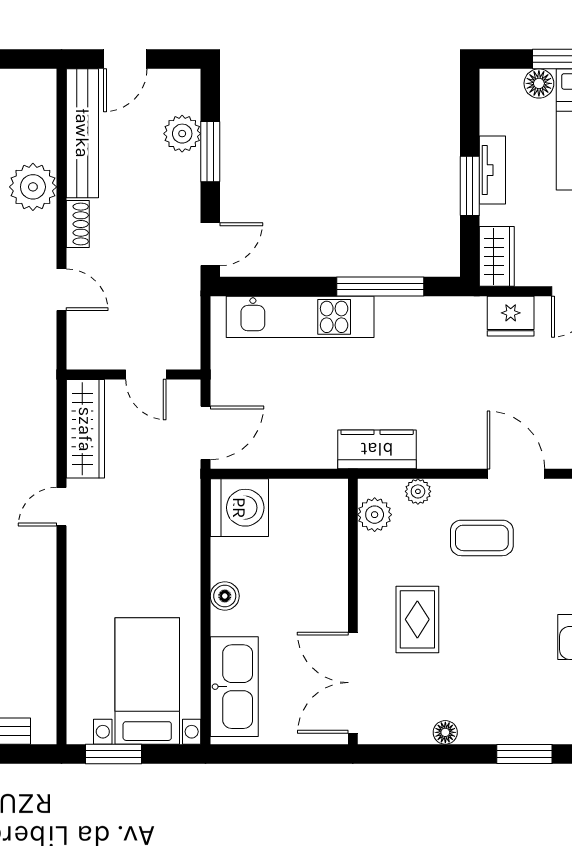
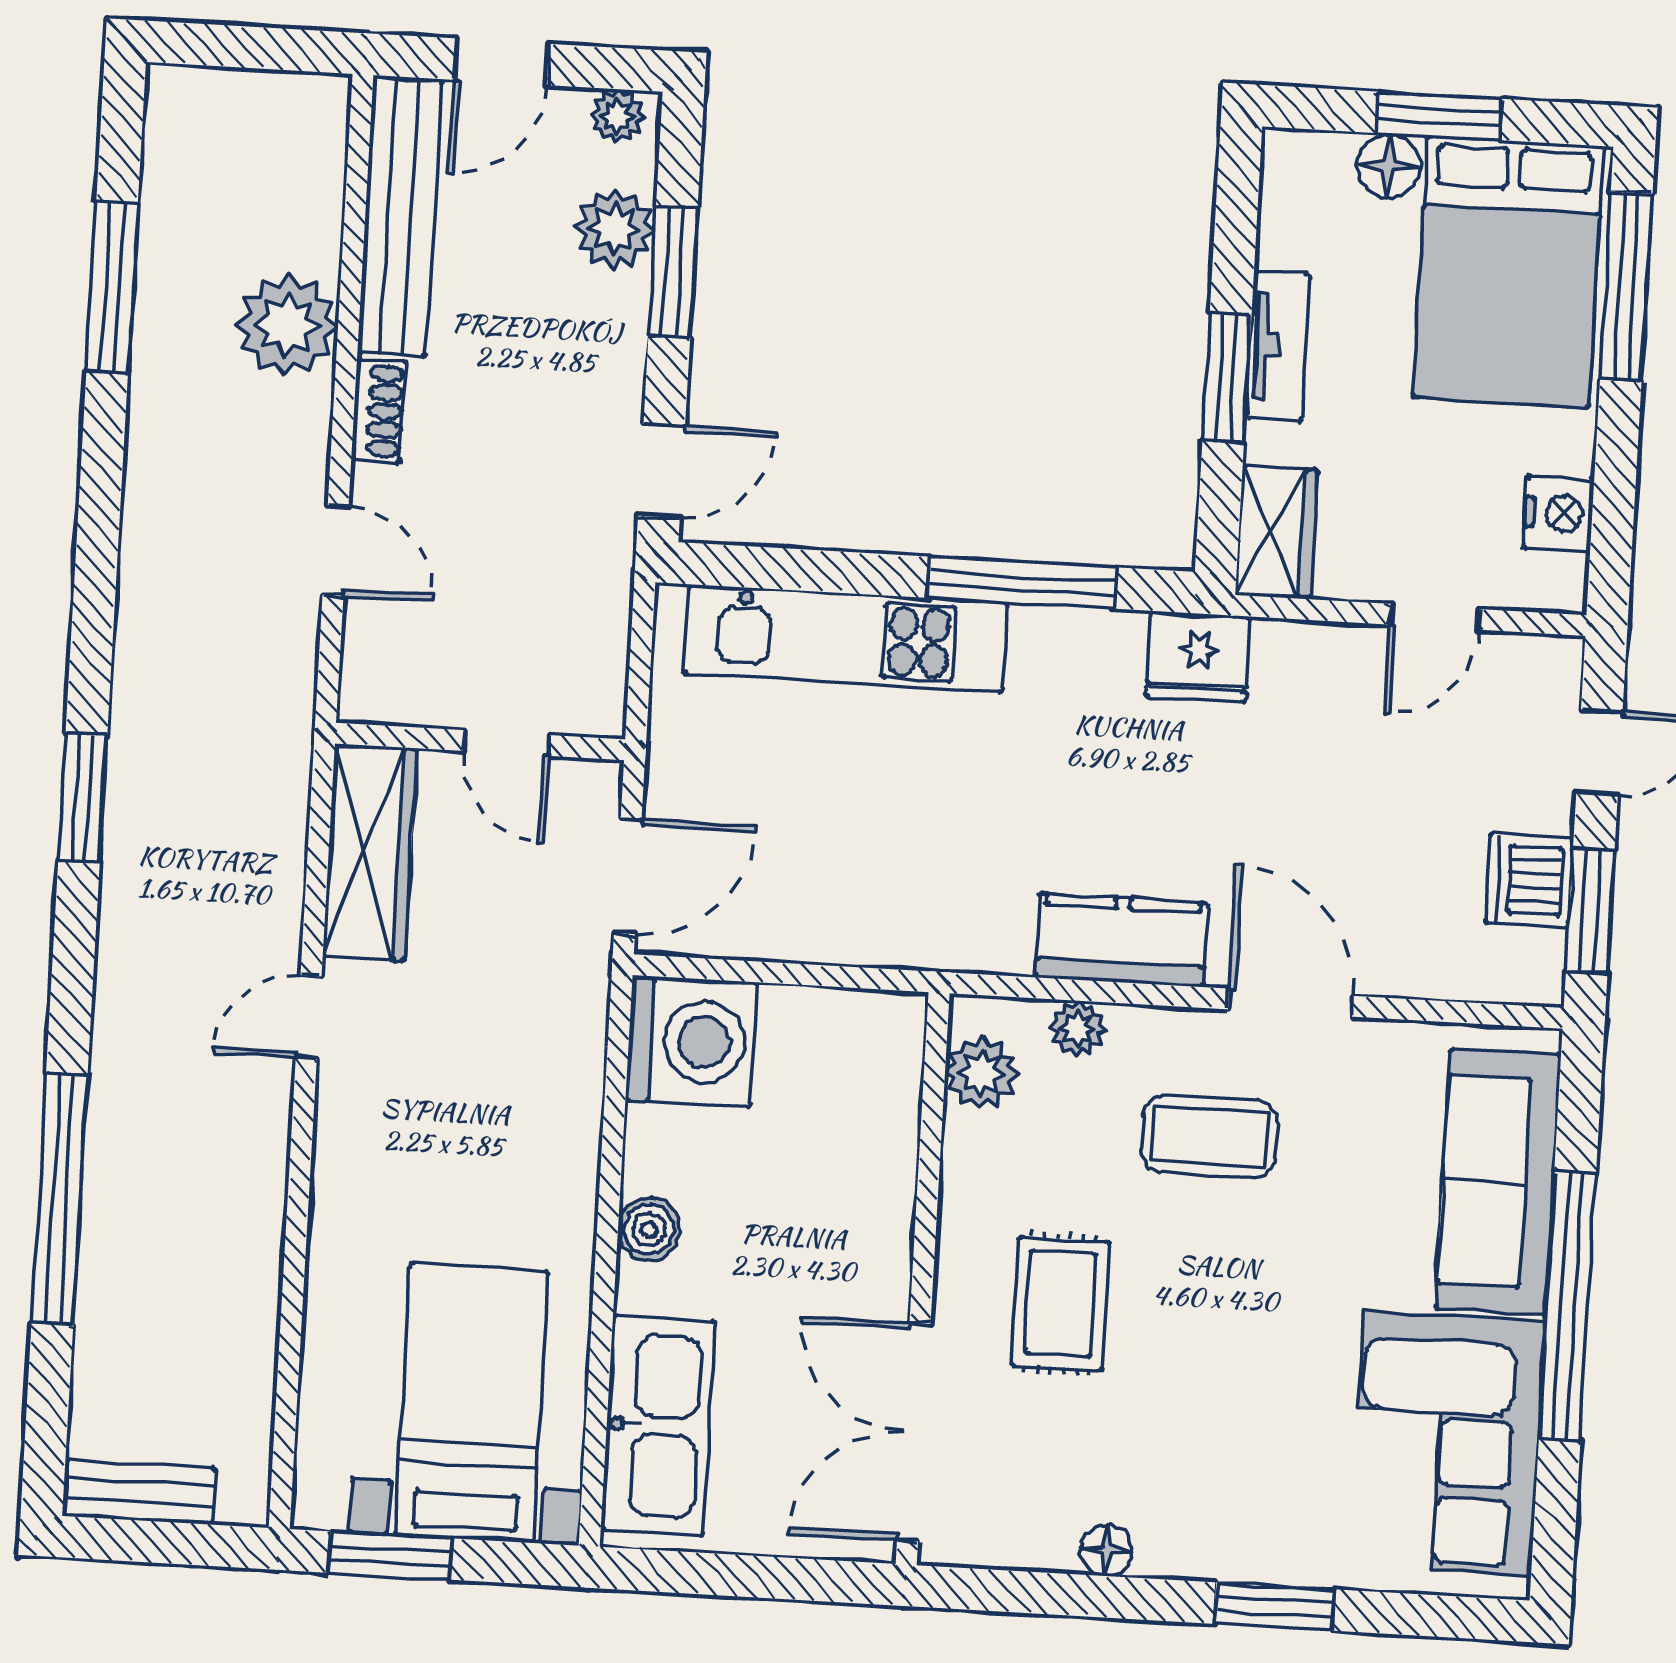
plant: (180, 81) -> (617, 116), added
fridge: (511, 316) -> (1198, 657), moved
kitchen counter: (377, 449) -> (1121, 940), moved

